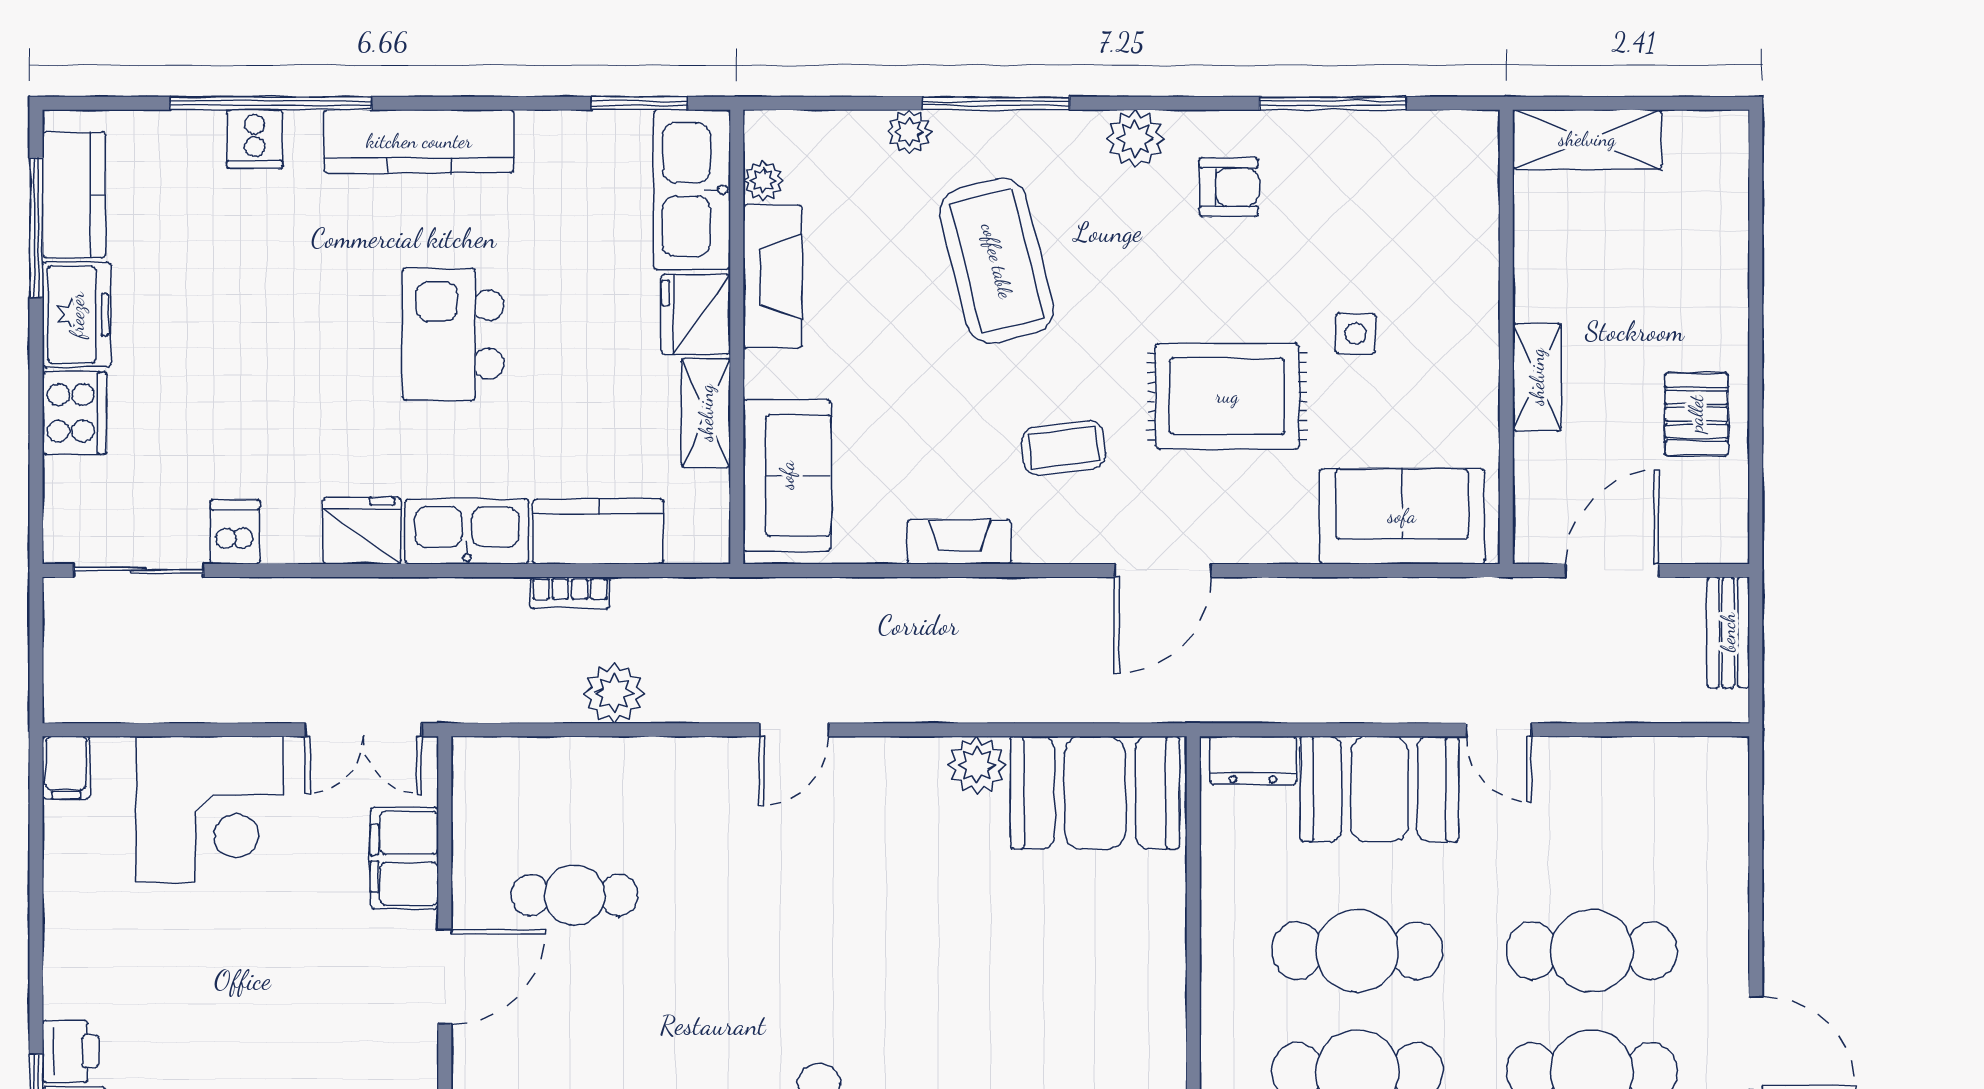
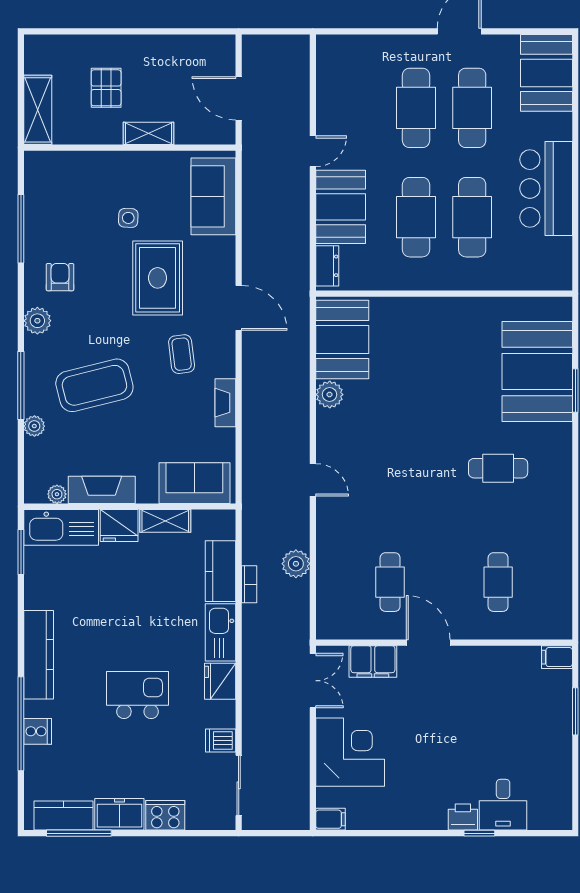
kitchen island: (453, 334) -> (138, 695), moved, turned 180
pallet: (1696, 414) -> (106, 88), moved, turned 90
bench: (1728, 632) -> (268, 44), removed

